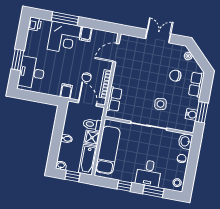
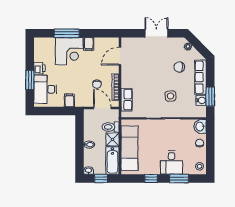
printer: (35, 24) -> (39, 68), moved
row of seats: (196, 84) -> (200, 77), width x1.48
filing cabinet: (66, 91) -> (69, 100), moved

